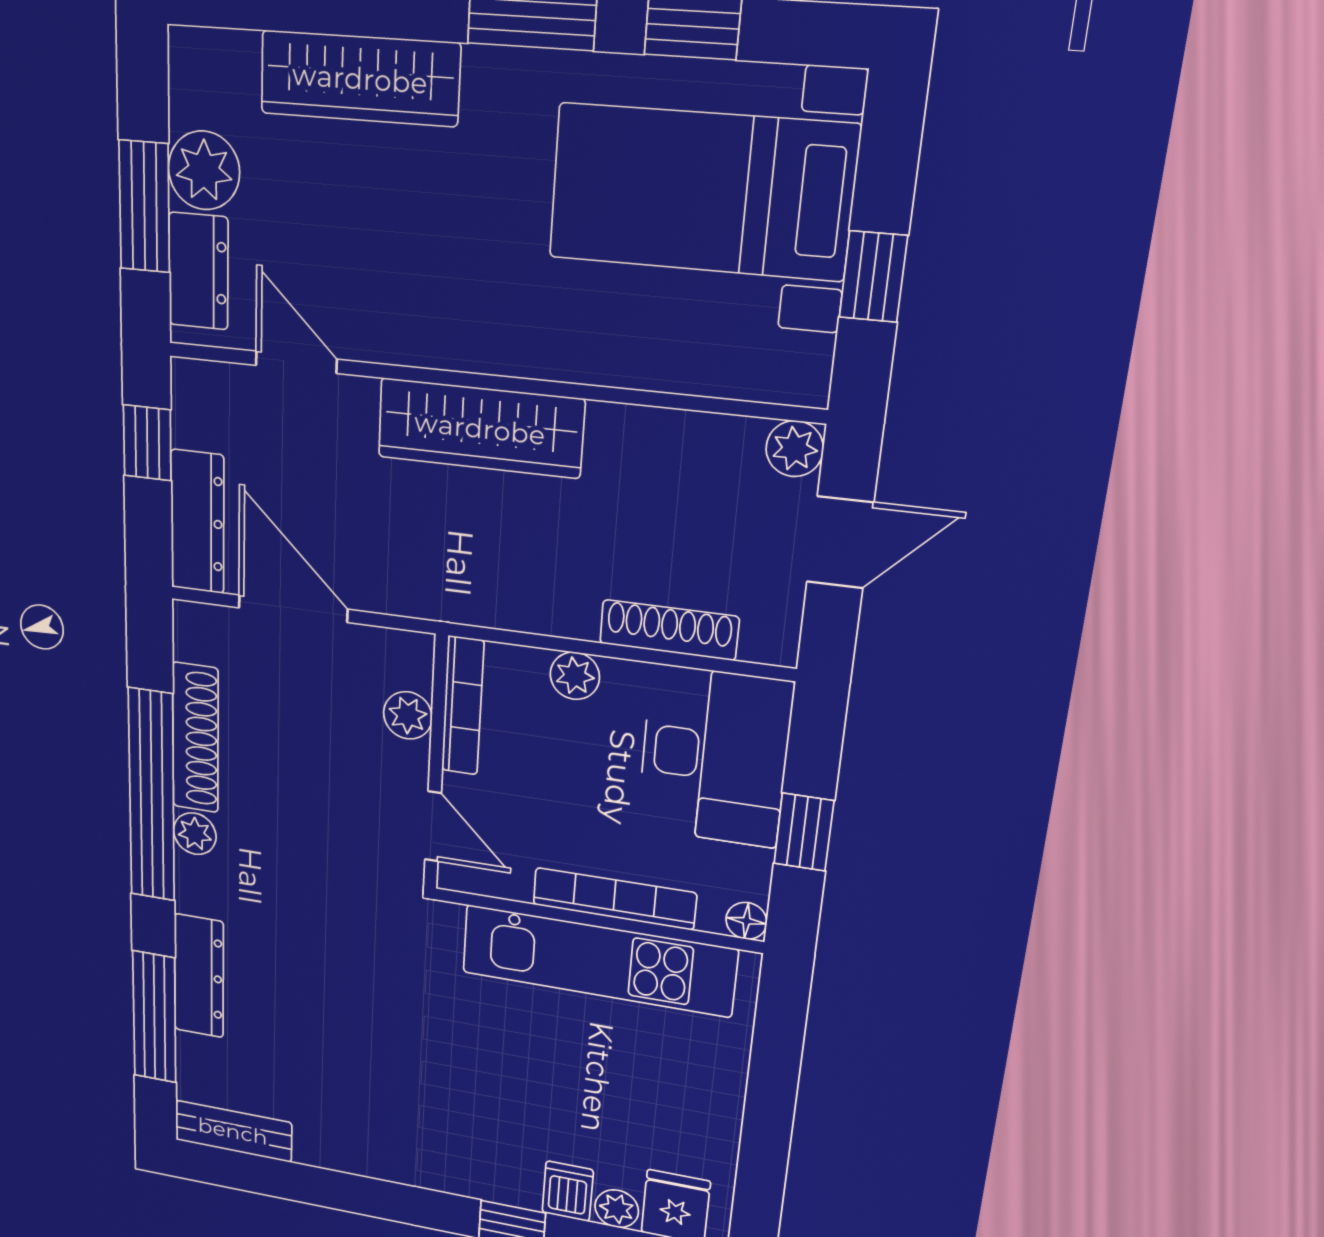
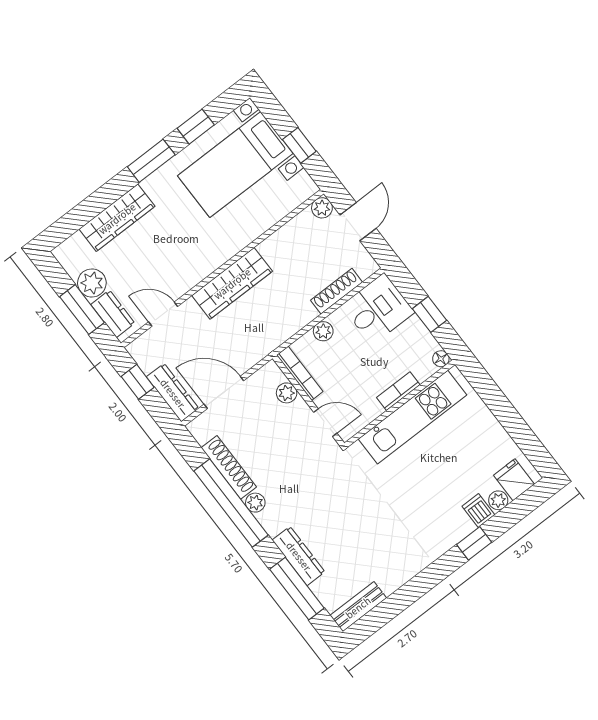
desk: (714, 756) -> (378, 309), width x0.73
bookcase: (614, 899) -> (398, 391), width x0.64

